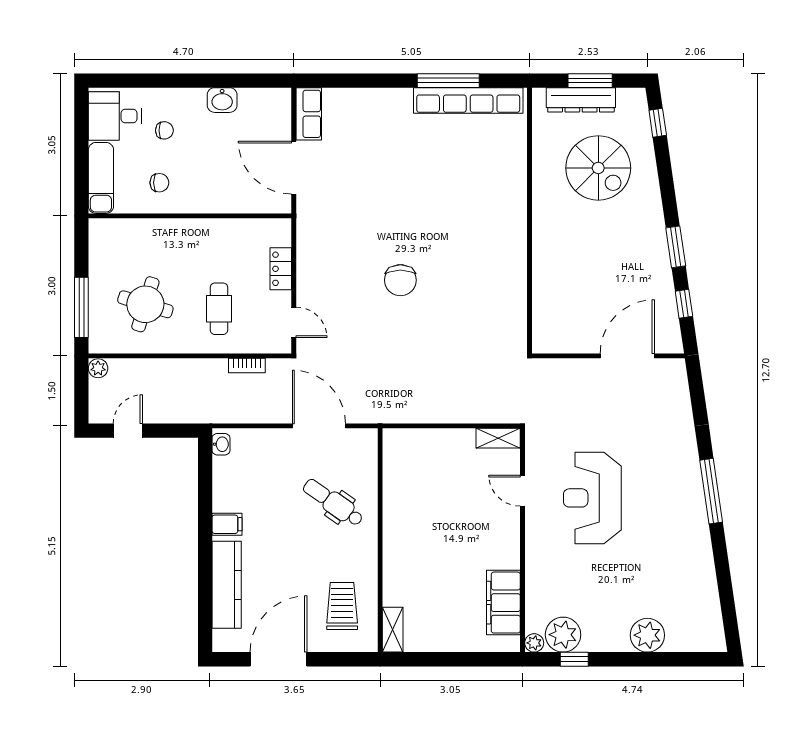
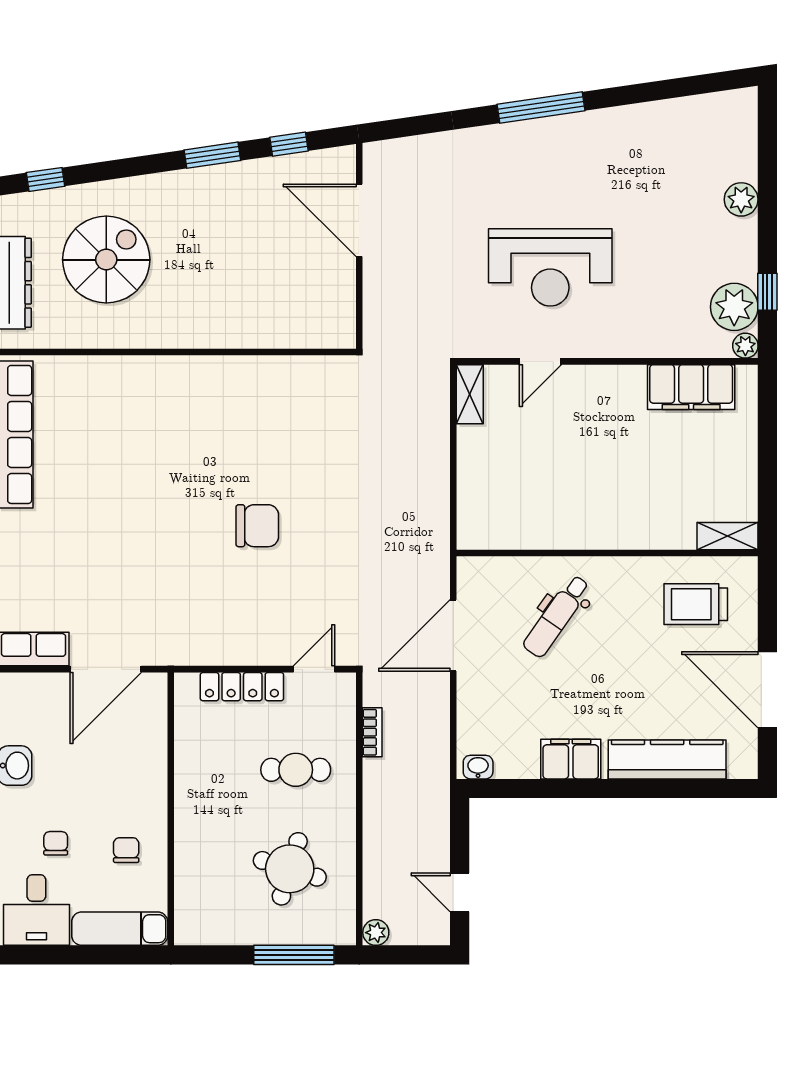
locker: (281, 269) -> (242, 687), width x1.53
filing cabinet: (227, 524) -> (571, 759), width x2.00
plant: (647, 635) -> (741, 199), width x0.73, depth x0.73

